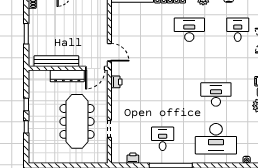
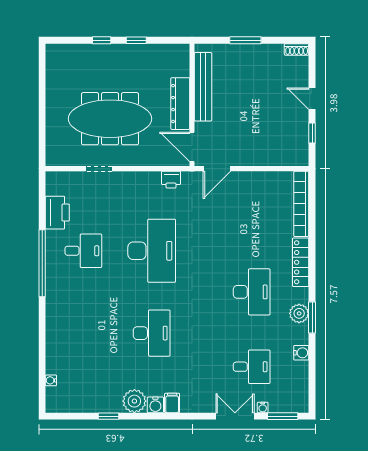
desk: (216, 139) -> (152, 251), moved, turned 180
printer: (133, 158) -> (57, 213), width x1.87, depth x1.48

